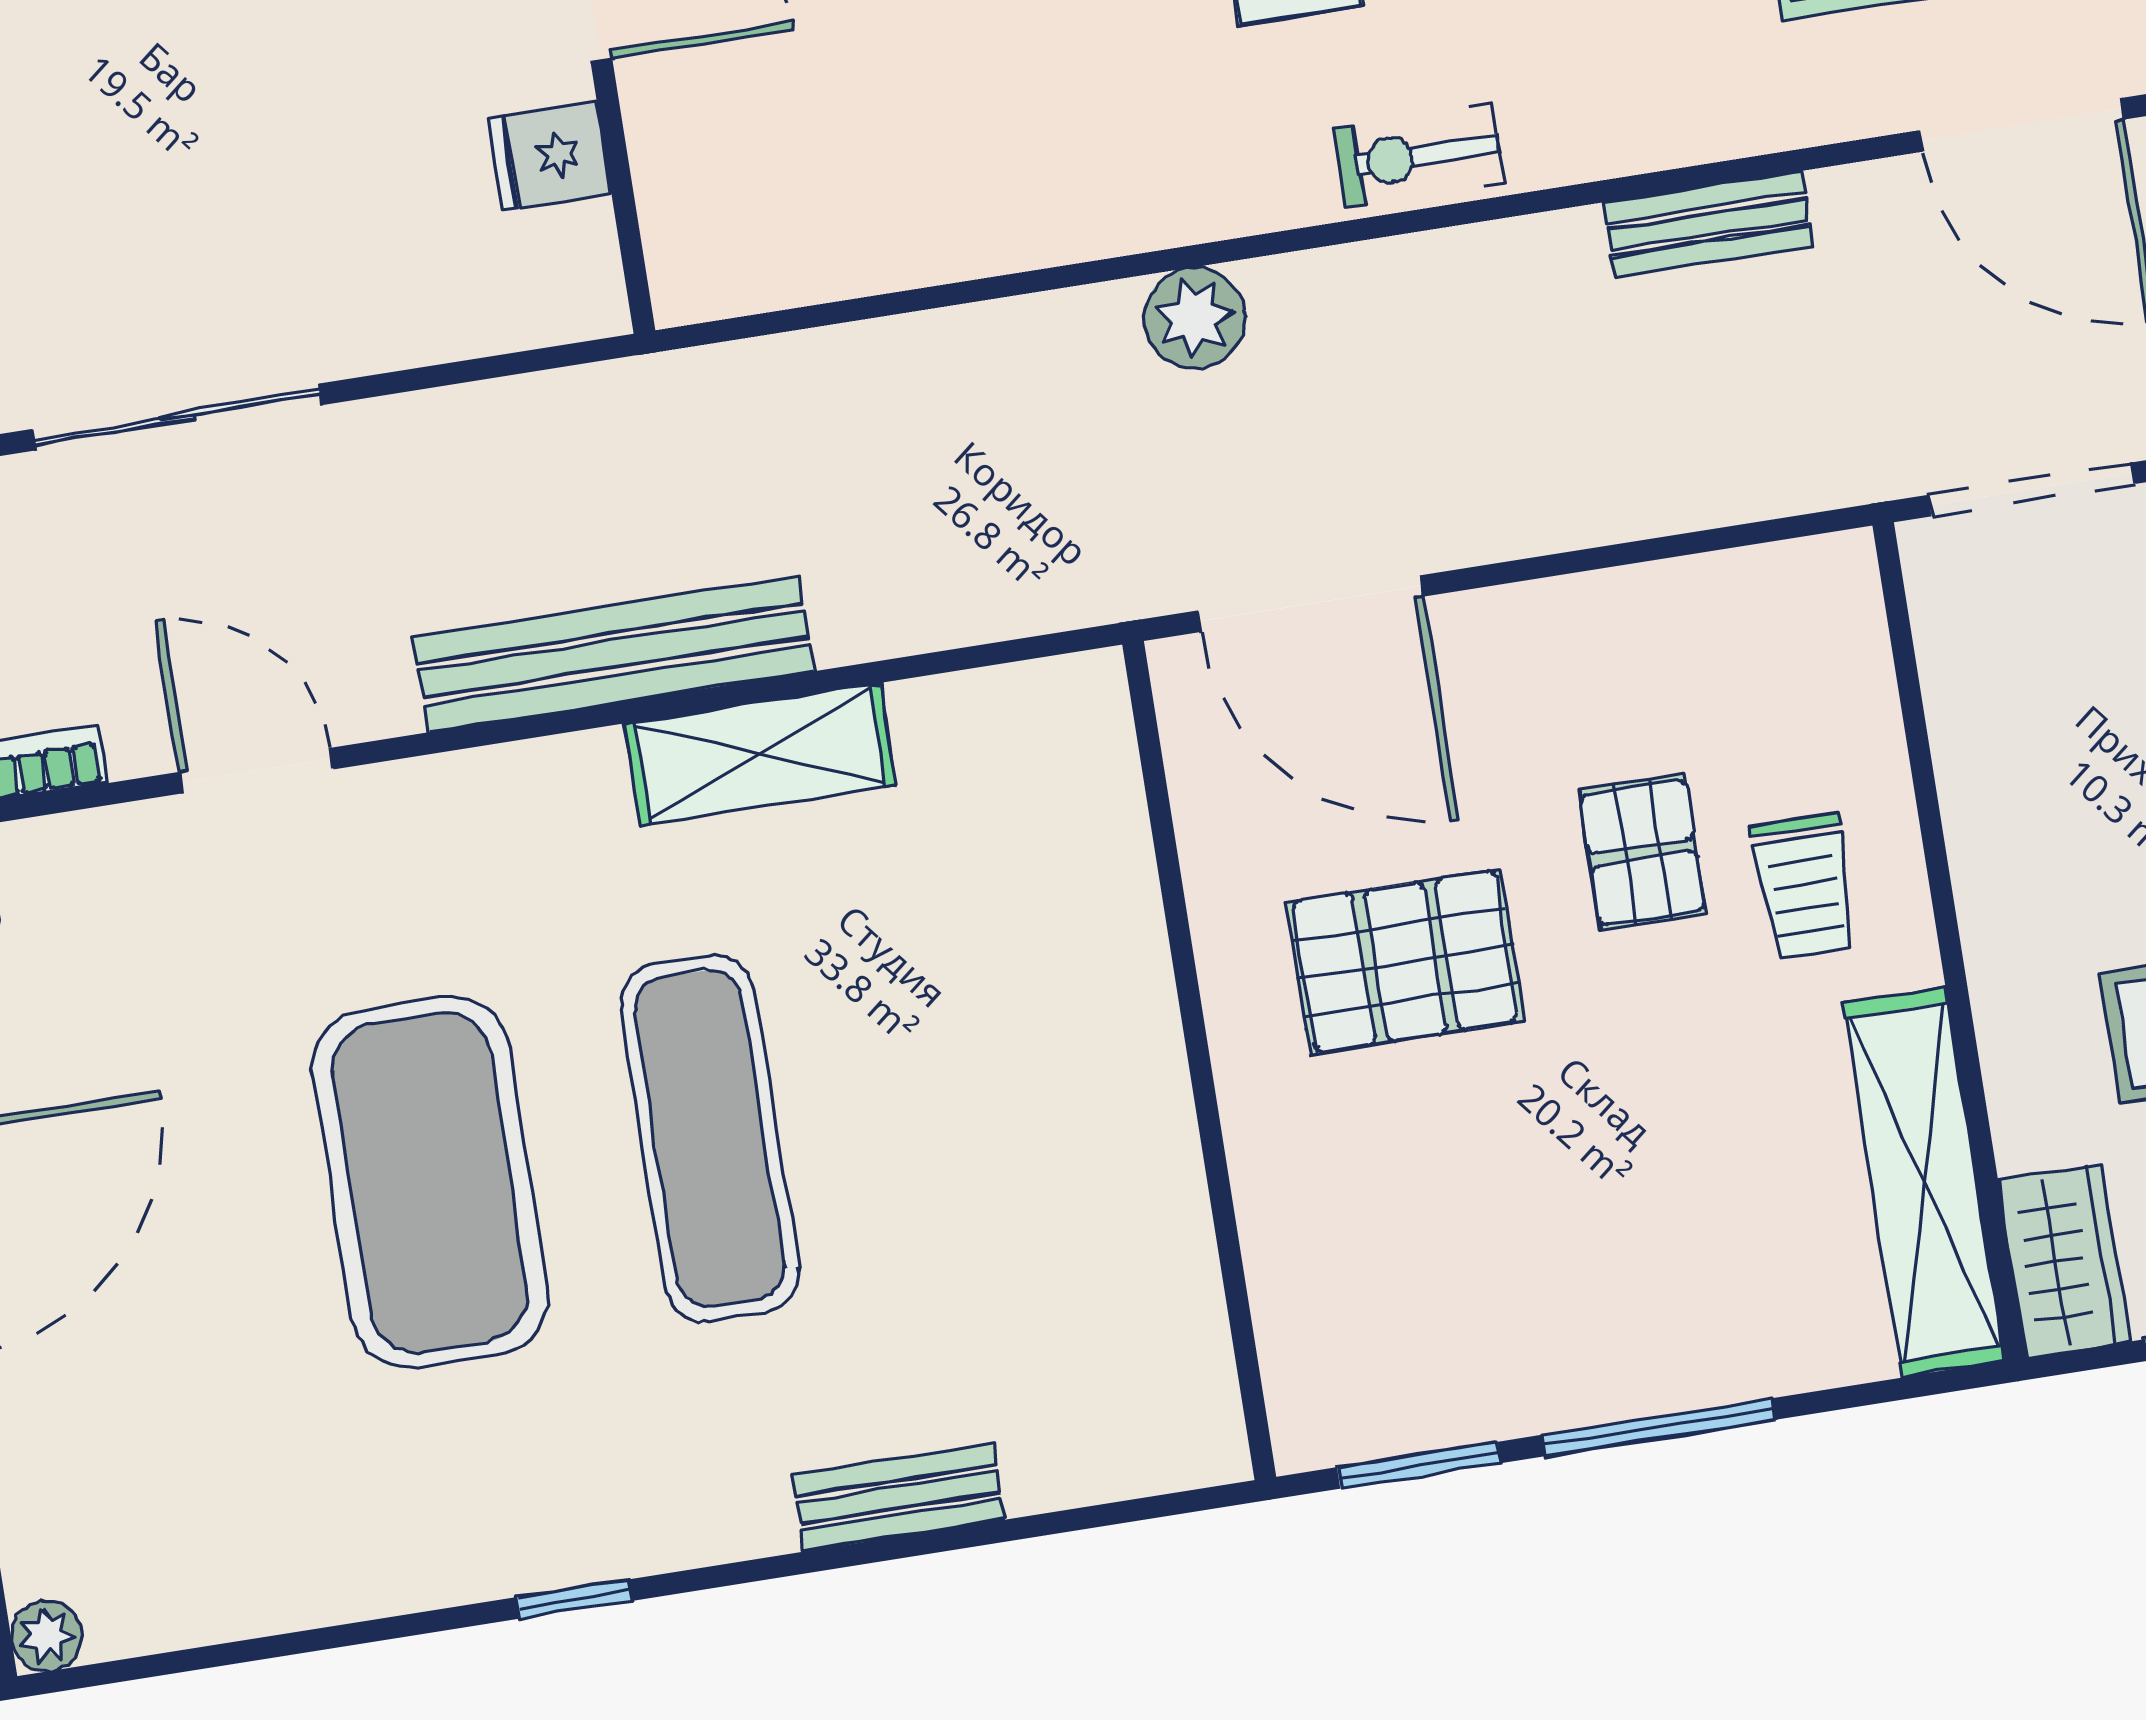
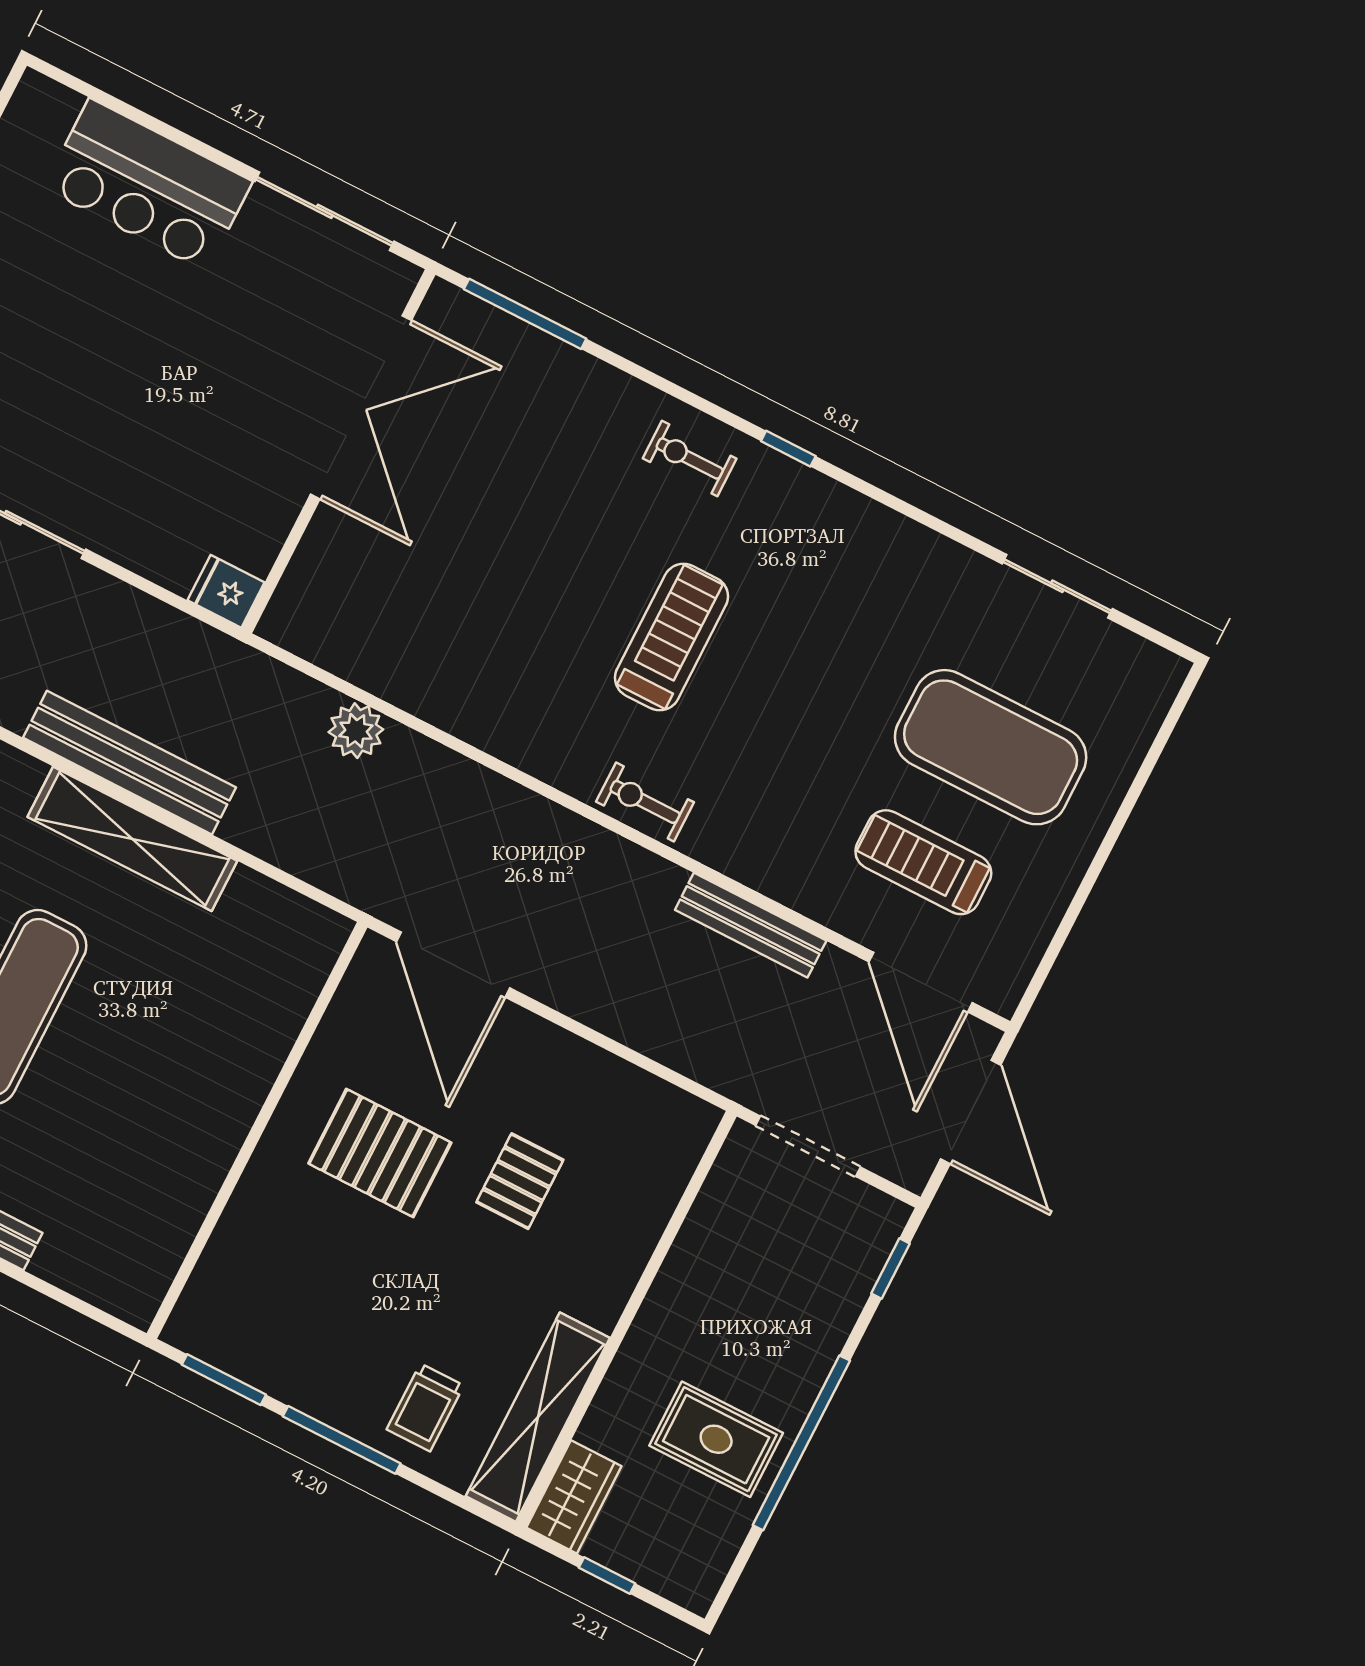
fridge: (549, 156) -> (226, 591), moved
bench: (1708, 224) -> (751, 925), width x1.36
plant: (1195, 318) -> (356, 731), moved
shelving: (760, 754) -> (132, 839), width x1.47
trolley: (1804, 887) -> (425, 1407), moved

